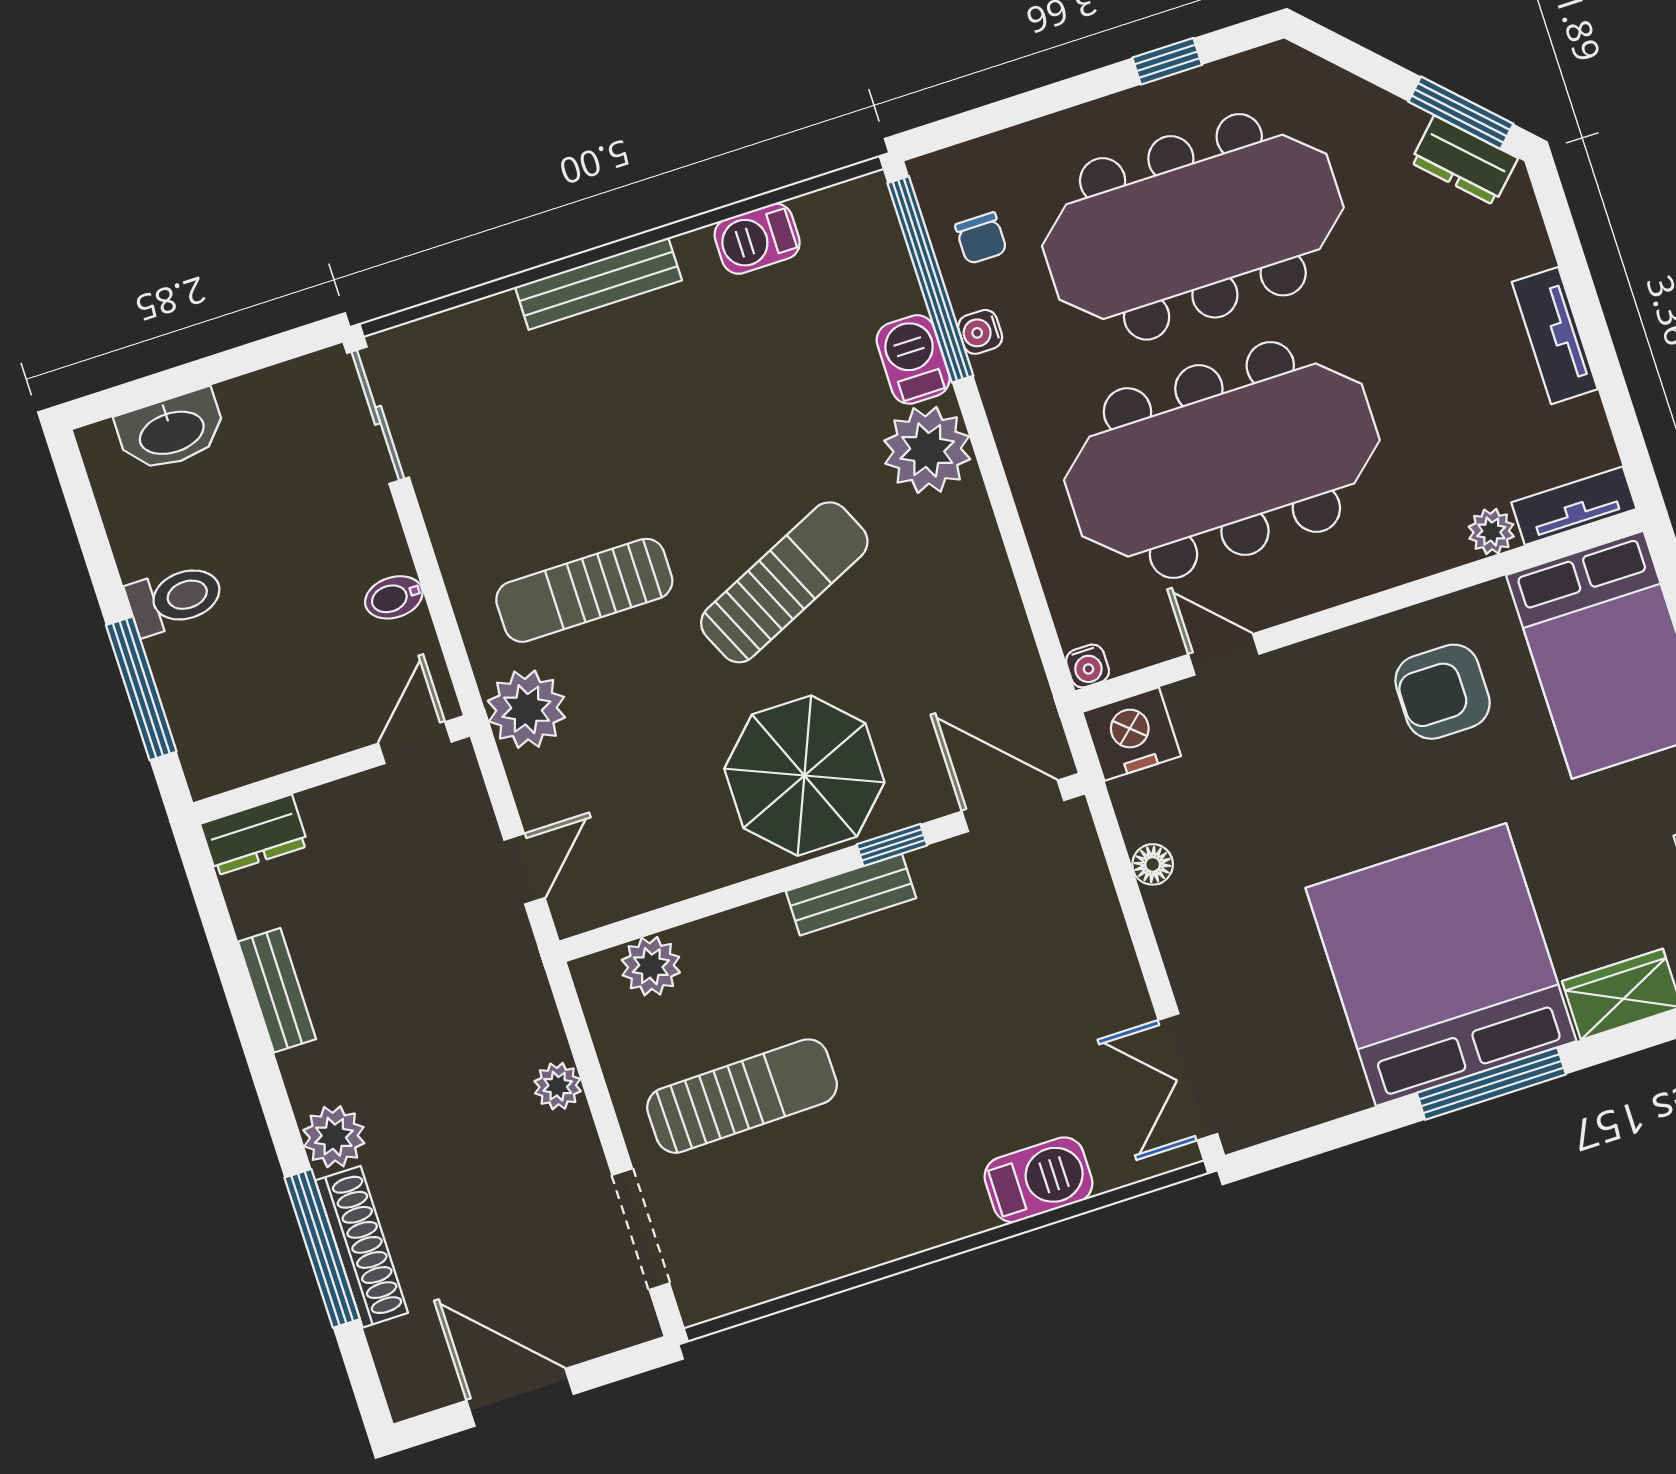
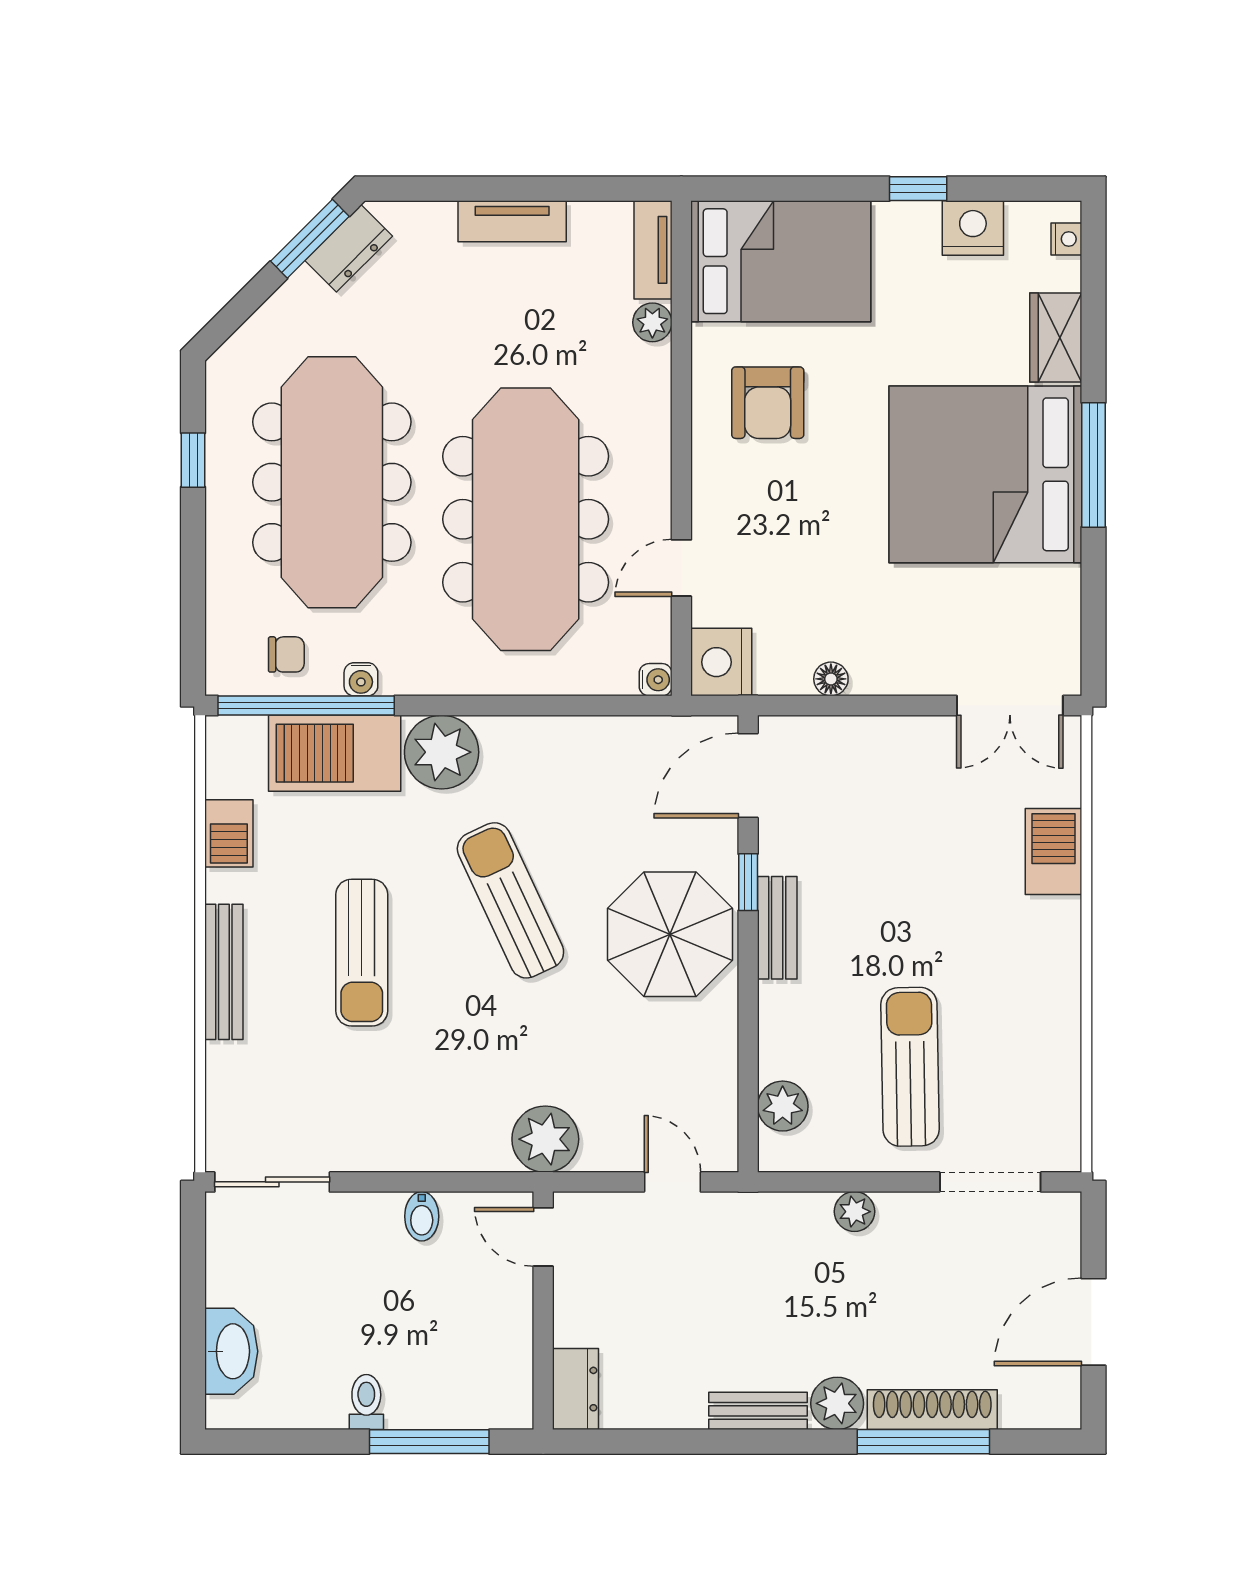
barbecue: (913, 359) -> (335, 753), width x1.88, depth x1.53
sun lounger: (584, 590) -> (362, 953), moved
toilet: (175, 599) -> (366, 1402), width x0.73, depth x0.72
bench: (277, 990) -> (758, 1411), moved

